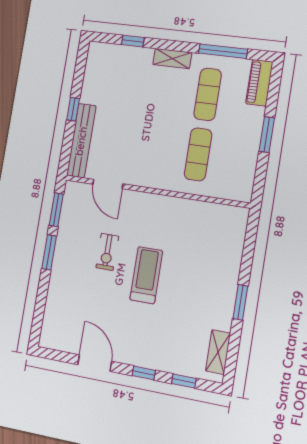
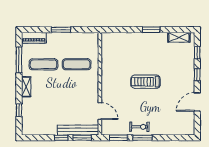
window: (67, 146) -> (82, 138), added
door: (108, 184) -> (100, 111), hinge flipped
exercise bike: (107, 252) -> (139, 127), moved

